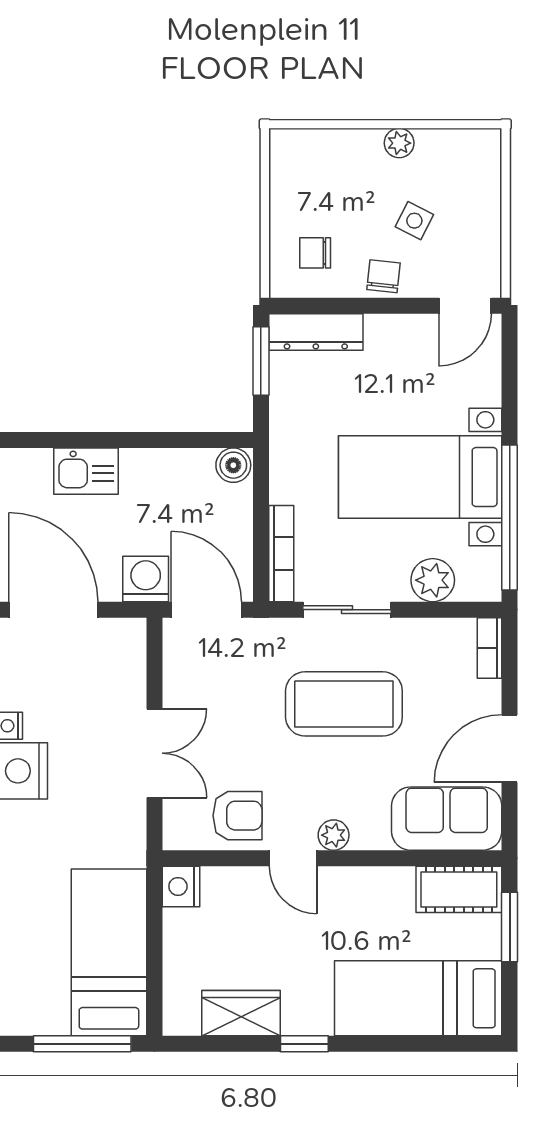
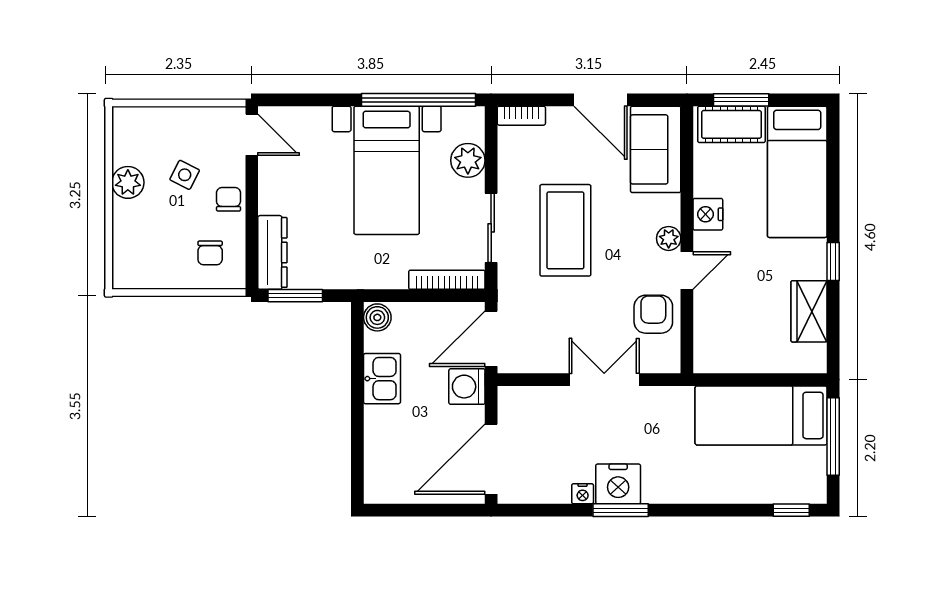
plant: (399, 143) -> (128, 182), width x1.38, depth x1.38
chair: (383, 276) -> (228, 199), turned 84
kitchen sink: (86, 471) -> (382, 379), moved
nightstand: (181, 886) -> (708, 214), moved, turned 90
cot: (459, 889) -> (731, 124), moved, turned 90

